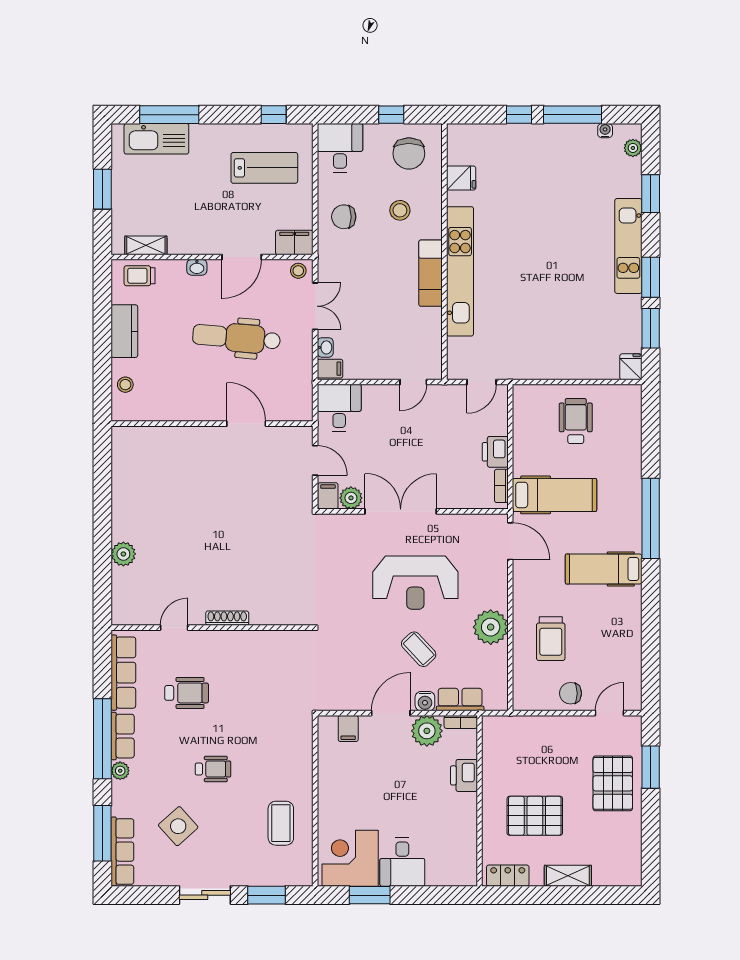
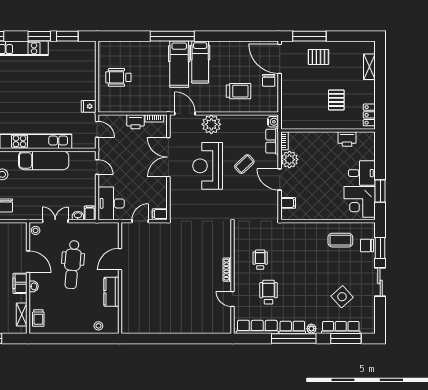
filing cabinet: (294, 242) -> (20, 283), moved
exam couch: (431, 273) -> (44, 160), width x1.36, depth x1.45
kitchen counter: (124, 331) -> (111, 292), moved, turned -90
fridge: (631, 367) -> (89, 106), moved
desk: (339, 408) -> (111, 203), width x1.37
hospital bed: (554, 495) -> (179, 64), moved, turned 180
plant: (351, 498) -> (161, 201), removed
double door: (401, 511) -> (168, 157), moved
door: (510, 541) -> (185, 114), hinge flipped
plant: (123, 554) -> (192, 327), removed
reception desk: (415, 583) -> (208, 166), turned 180
plant: (491, 627) -> (211, 124), moved
water cooler: (425, 701) -> (273, 122), moved
door: (609, 713) -> (280, 59), width x1.87
window: (651, 767) -> (309, 36), width x1.44
wheelchair: (213, 769) -> (260, 260), moved
printer: (464, 775) -> (347, 139), moved
pallet: (613, 783) -> (318, 57), width x0.67, depth x0.71
pallet: (535, 816) -> (336, 100), width x0.67, depth x0.71
row of seats: (122, 852) -> (341, 327), moved
chair: (271, 871) -> (367, 245), added
shelving: (568, 876) -> (369, 67), moved

